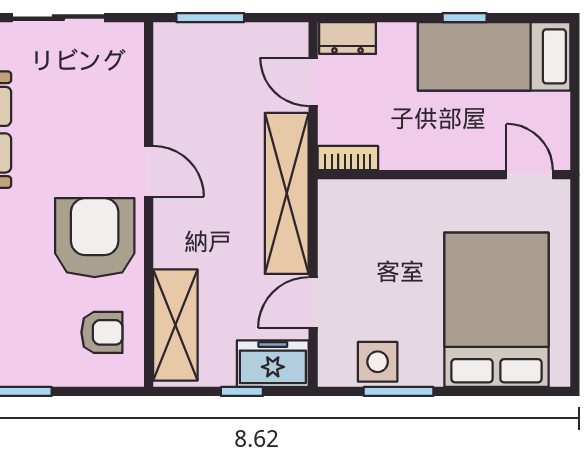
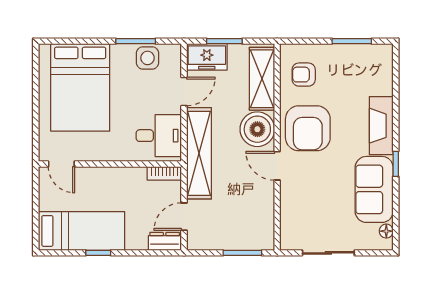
door: (313, 82) -> (184, 217), swing flipped
desk: (358, 225) -> (159, 136), added
boiler: (184, 236) -> (257, 129), added
window: (242, 391) -> (224, 41), width x1.50

